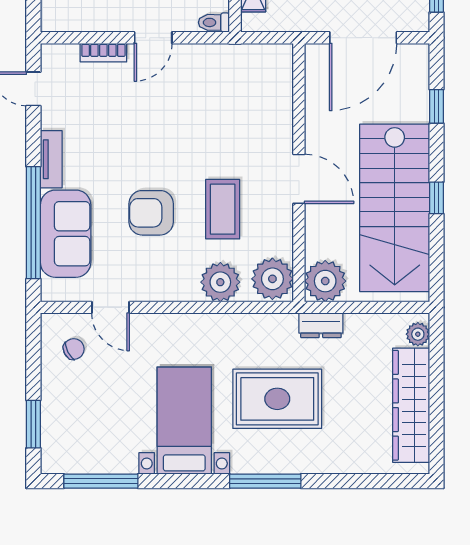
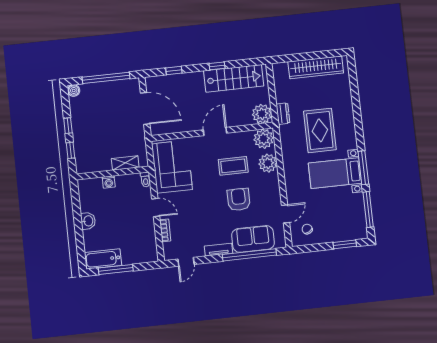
corner sofa: (235, 81) -> (172, 167), added
stairs: (395, 208) -> (234, 78), width x0.73, depth x0.66
armchair: (151, 213) -> (239, 199), turned 180
plant: (418, 334) -> (282, 68), removed
window: (265, 481) -> (363, 168), moved

